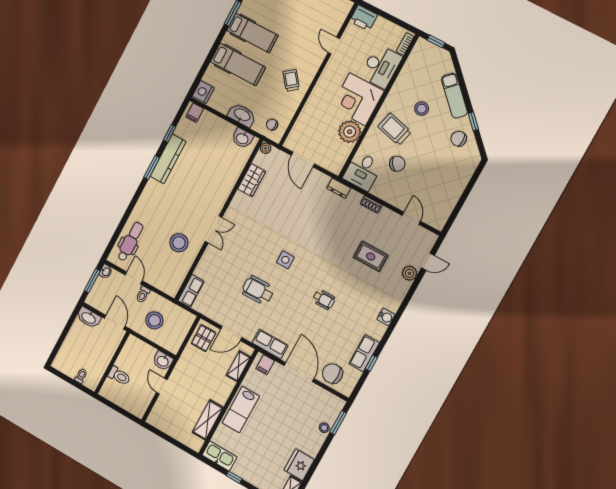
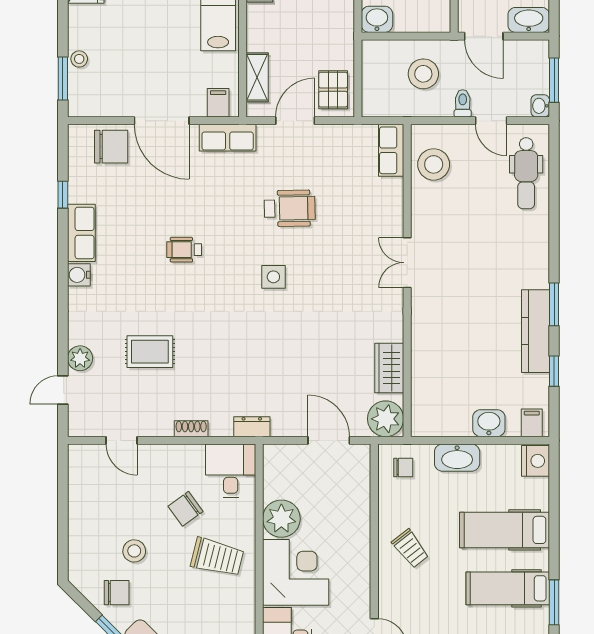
stool: (422, 109) -> (134, 551), moved
washbasin: (242, 138) -> (489, 423), moved
plant: (266, 148) -> (386, 419), width x1.88, depth x1.88
stool: (179, 243) -> (434, 164), moved
row of seats: (364, 353) -> (81, 233), moved

